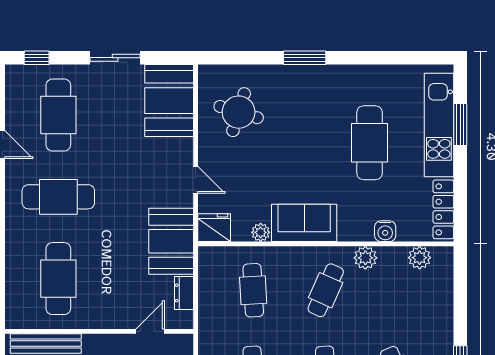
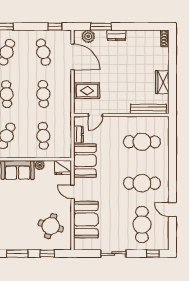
window: (246, 58) -> (47, 254), added
booth: (169, 101) -> (86, 220), moved
cafe table: (58, 279) -> (142, 142), turned 90

